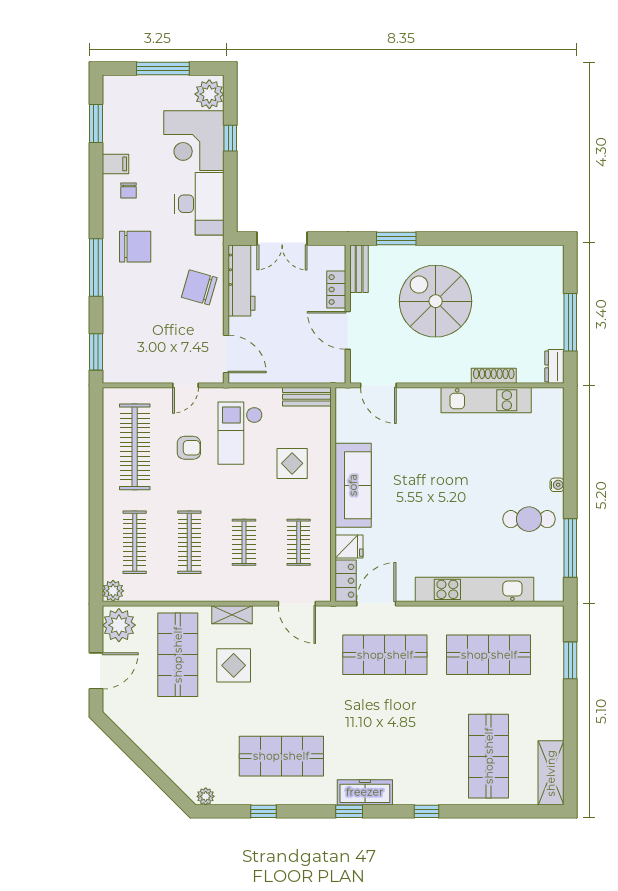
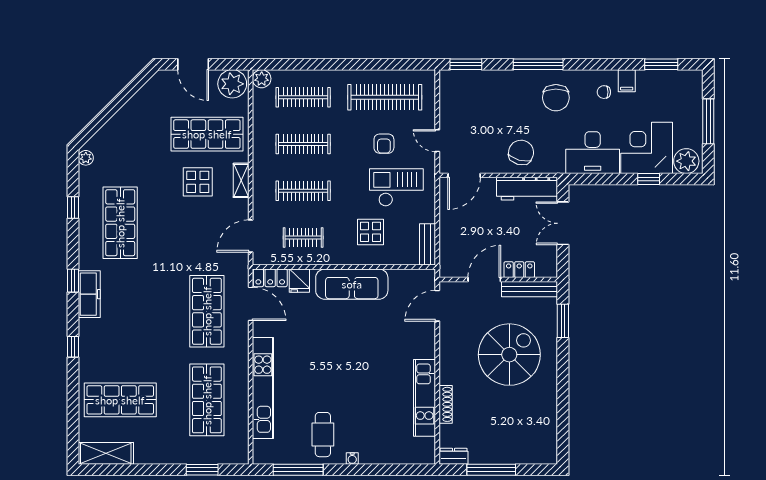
bench: (359, 269) -> (530, 289), width x1.36
clothes rail: (244, 542) -> (303, 191), width x1.36

